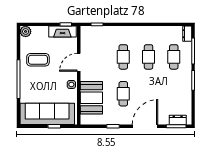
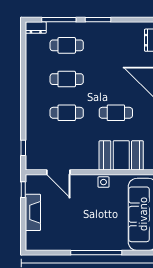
plant: (26, 31) -> (33, 243), removed
fireplace: (62, 32) -> (33, 212), moved
coffee table: (38, 60) -> (70, 227), removed
door: (79, 62) -> (58, 172), moved

